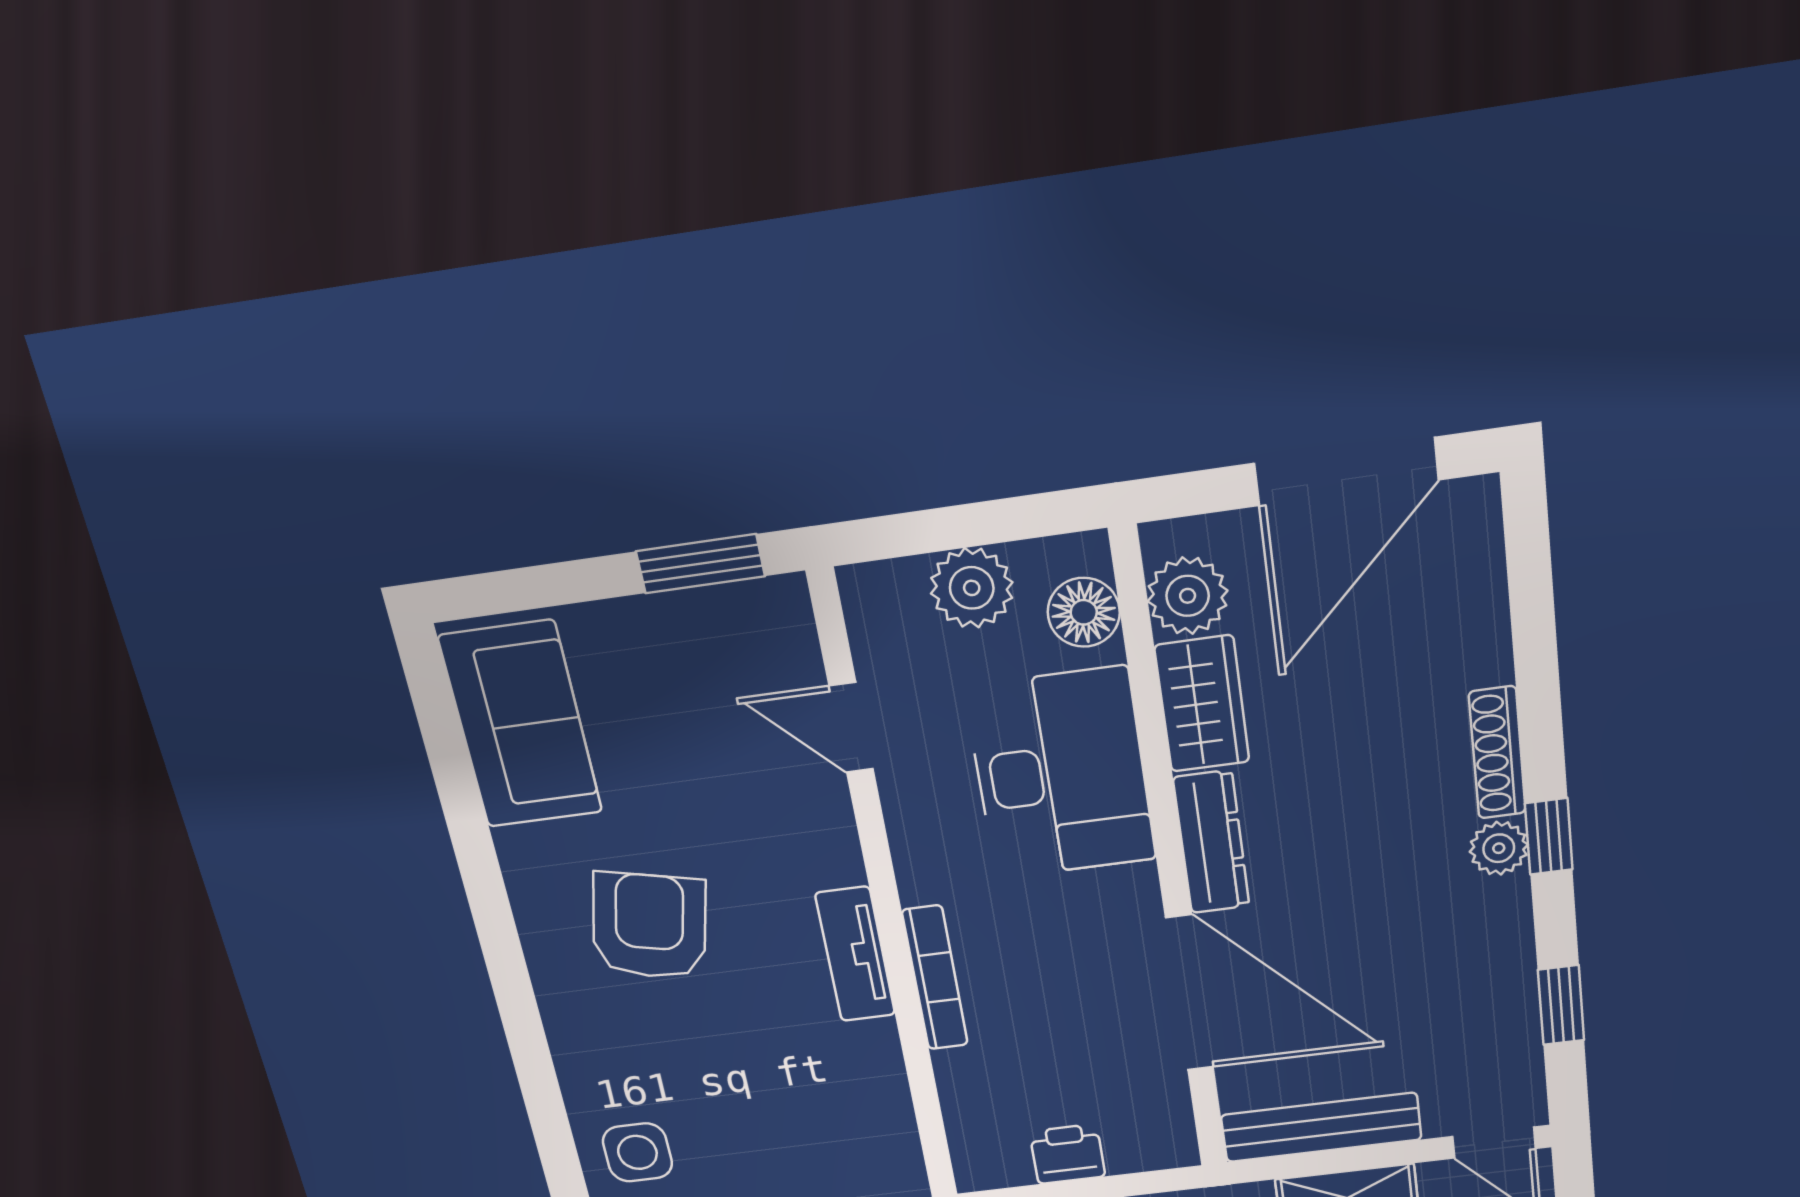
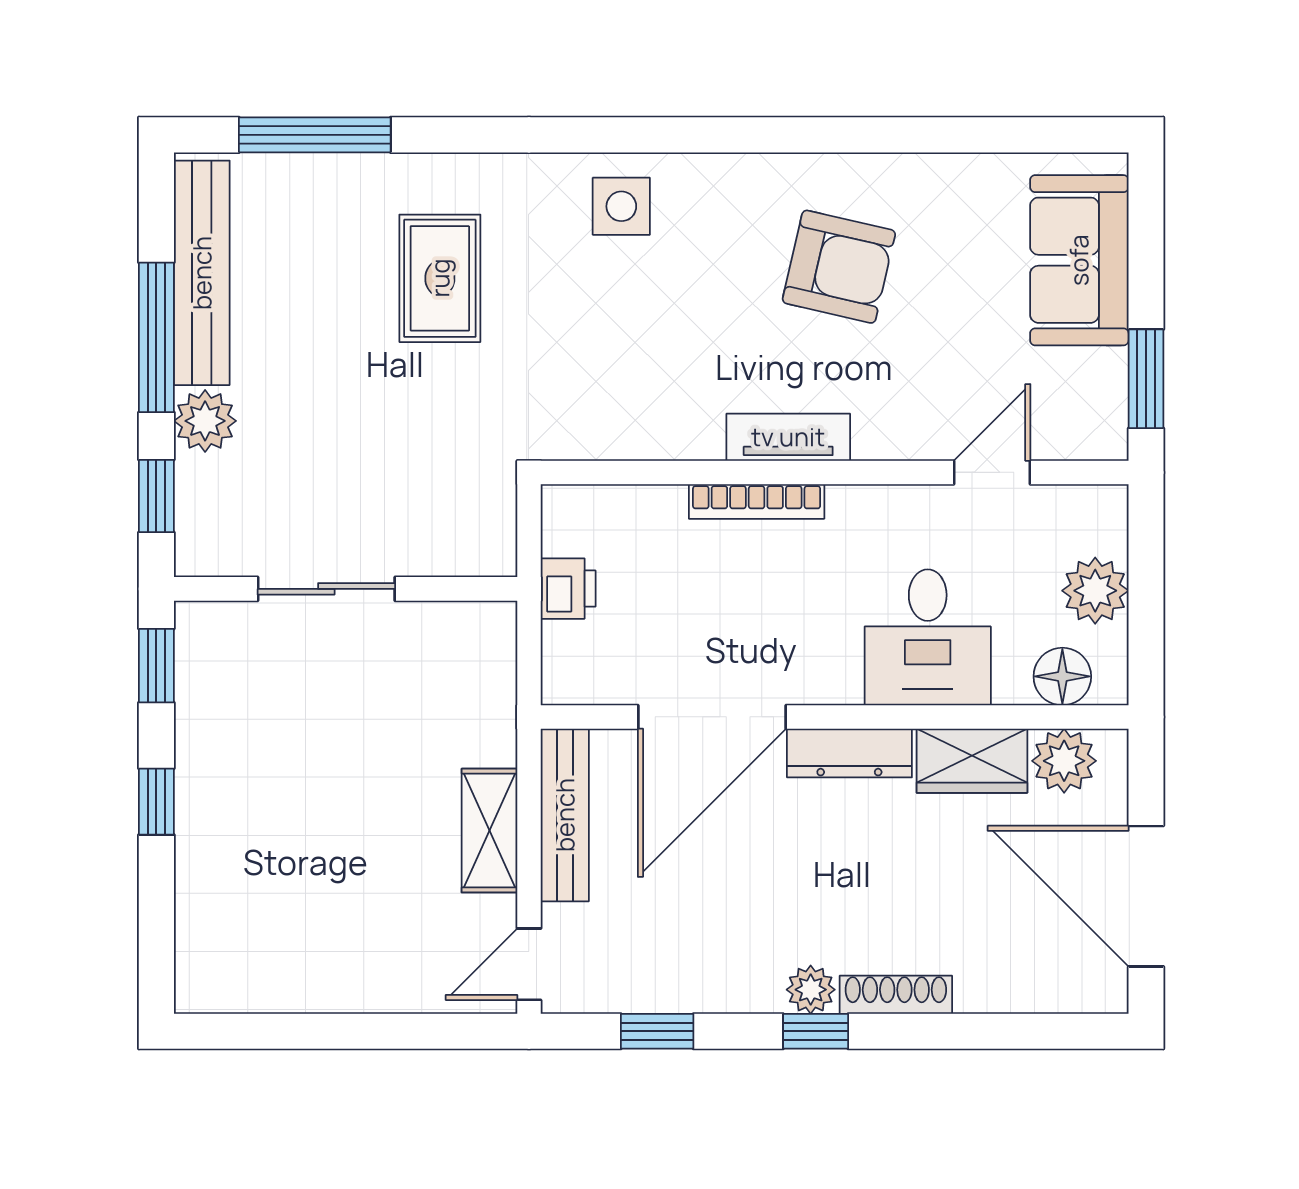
sofa: (521, 725) -> (1079, 260), moved, turned 90
desk: (1061, 774) -> (928, 637), width x0.73

